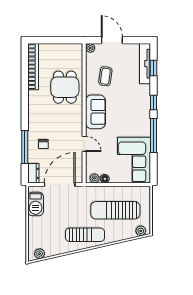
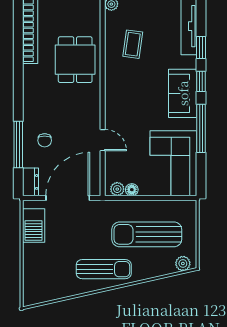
window: (154, 68) -> (201, 48), moved
sofa: (96, 112) -> (183, 93), moved, turned 180
plant: (39, 254) -> (39, 296), removed

